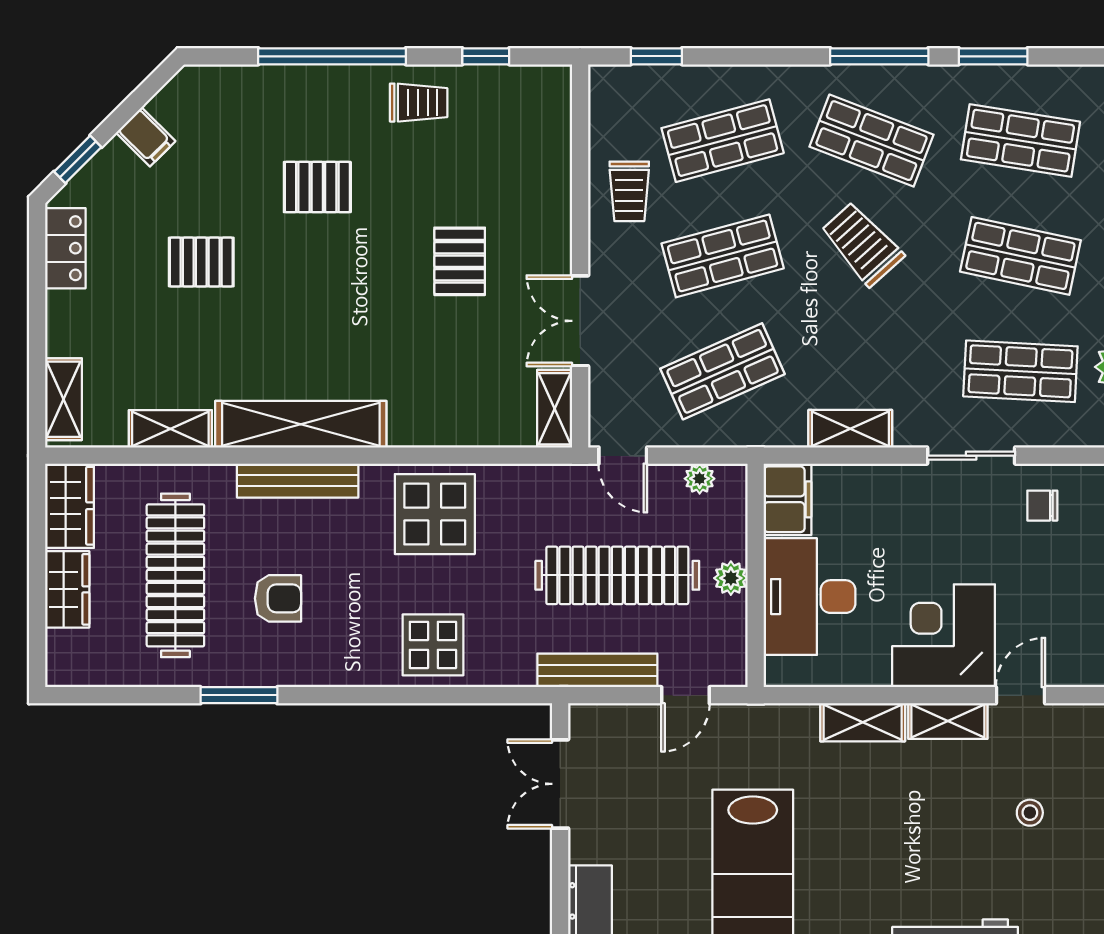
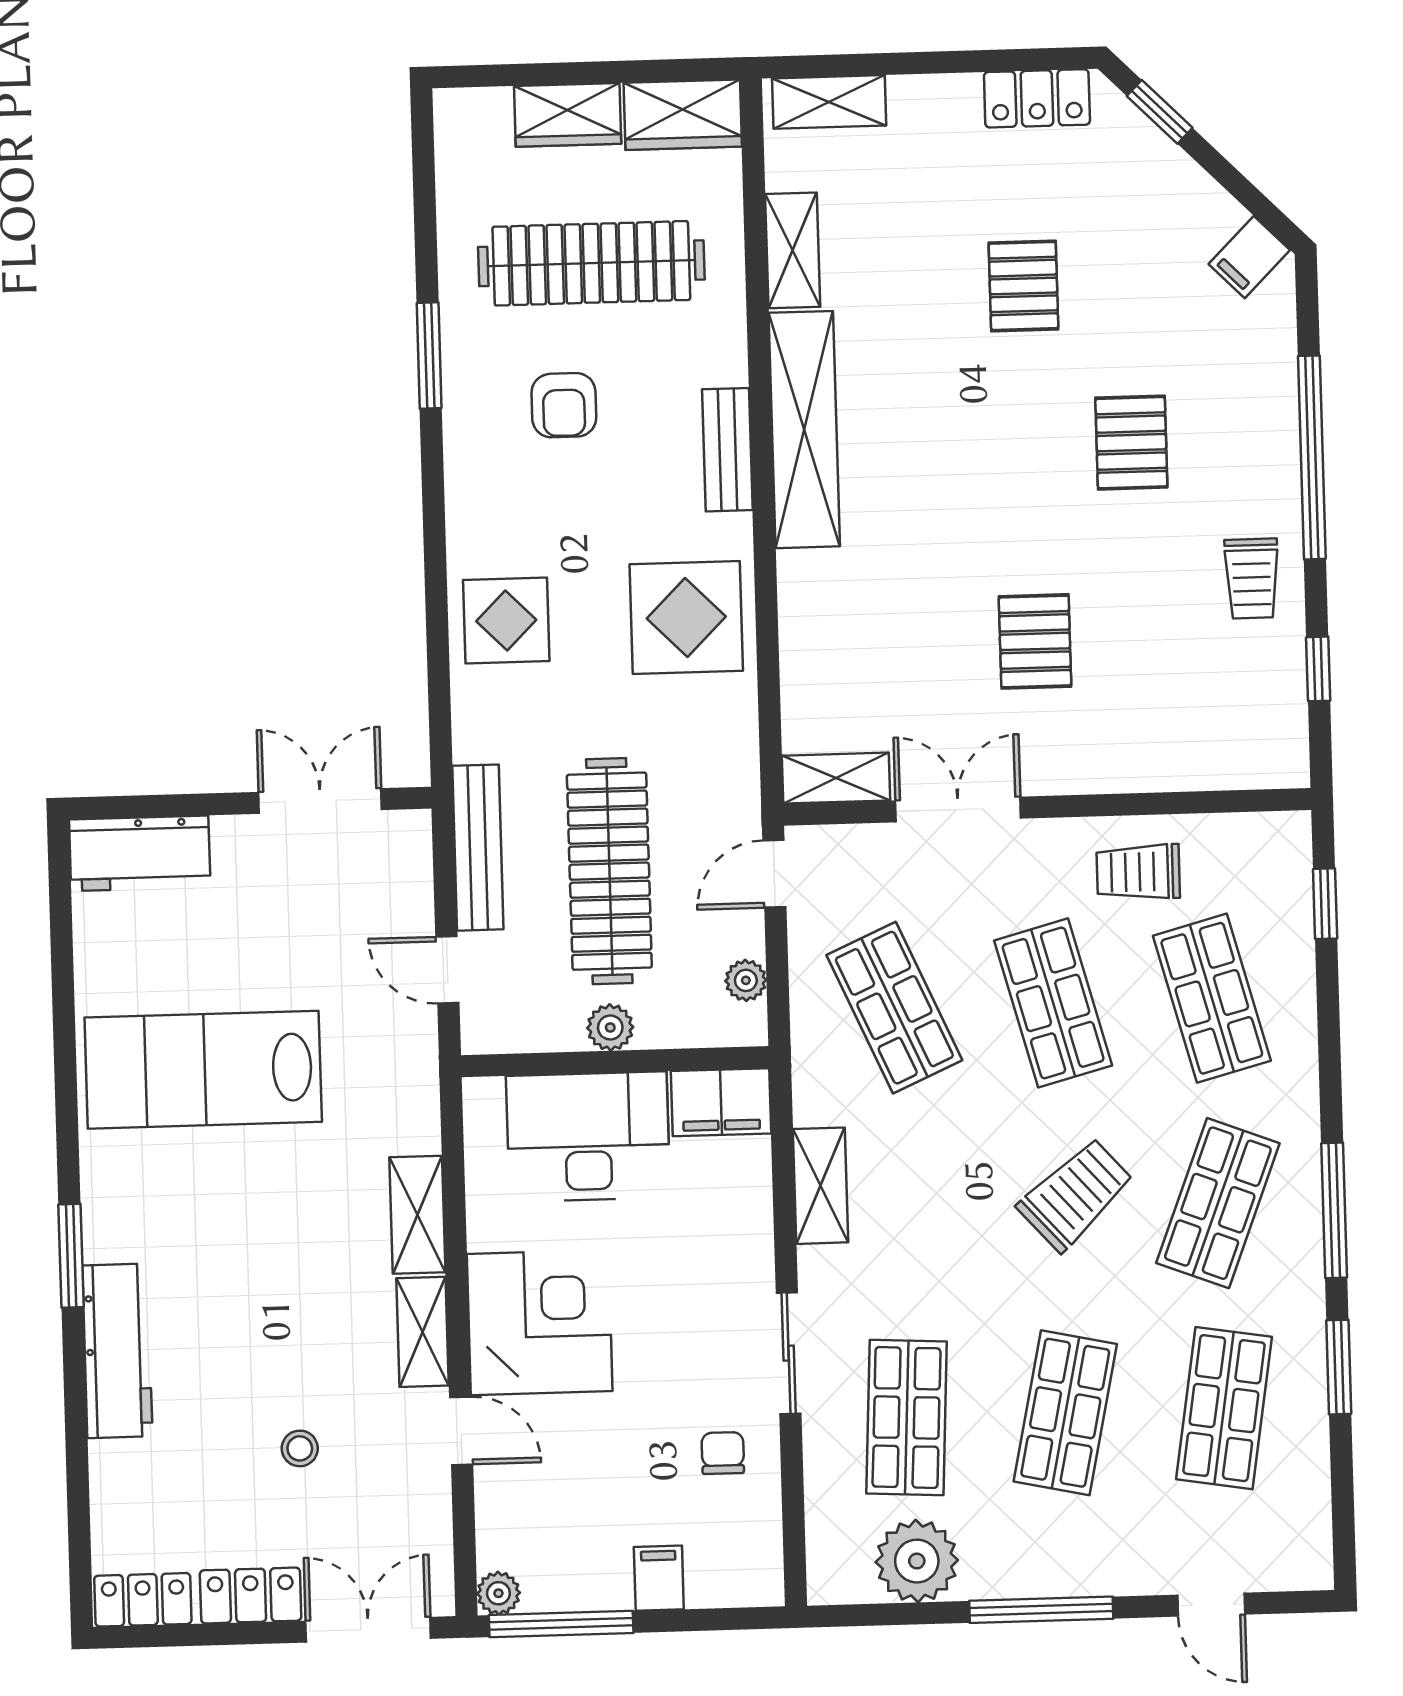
filing cabinet: (146, 137) -> (1249, 257), moved
pallet: (460, 261) -> (1035, 641), turned 90
bench: (298, 481) -> (727, 450), width x0.73

